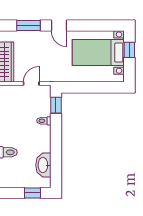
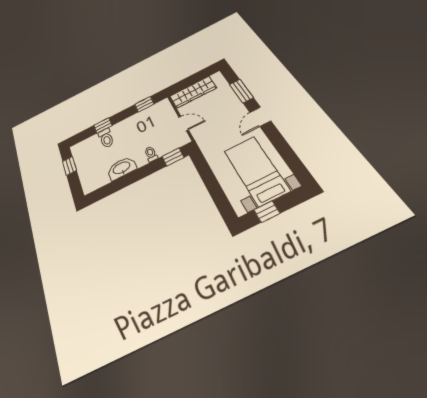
window: (129, 50) -> (267, 212), moved
washbasin: (43, 165) -> (122, 168), moved
window: (32, 193) -> (69, 166), moved

